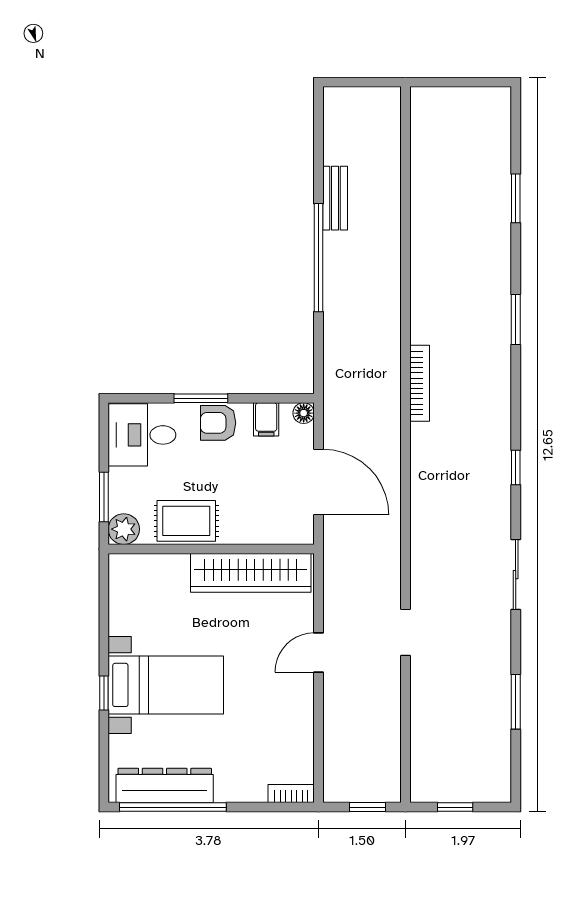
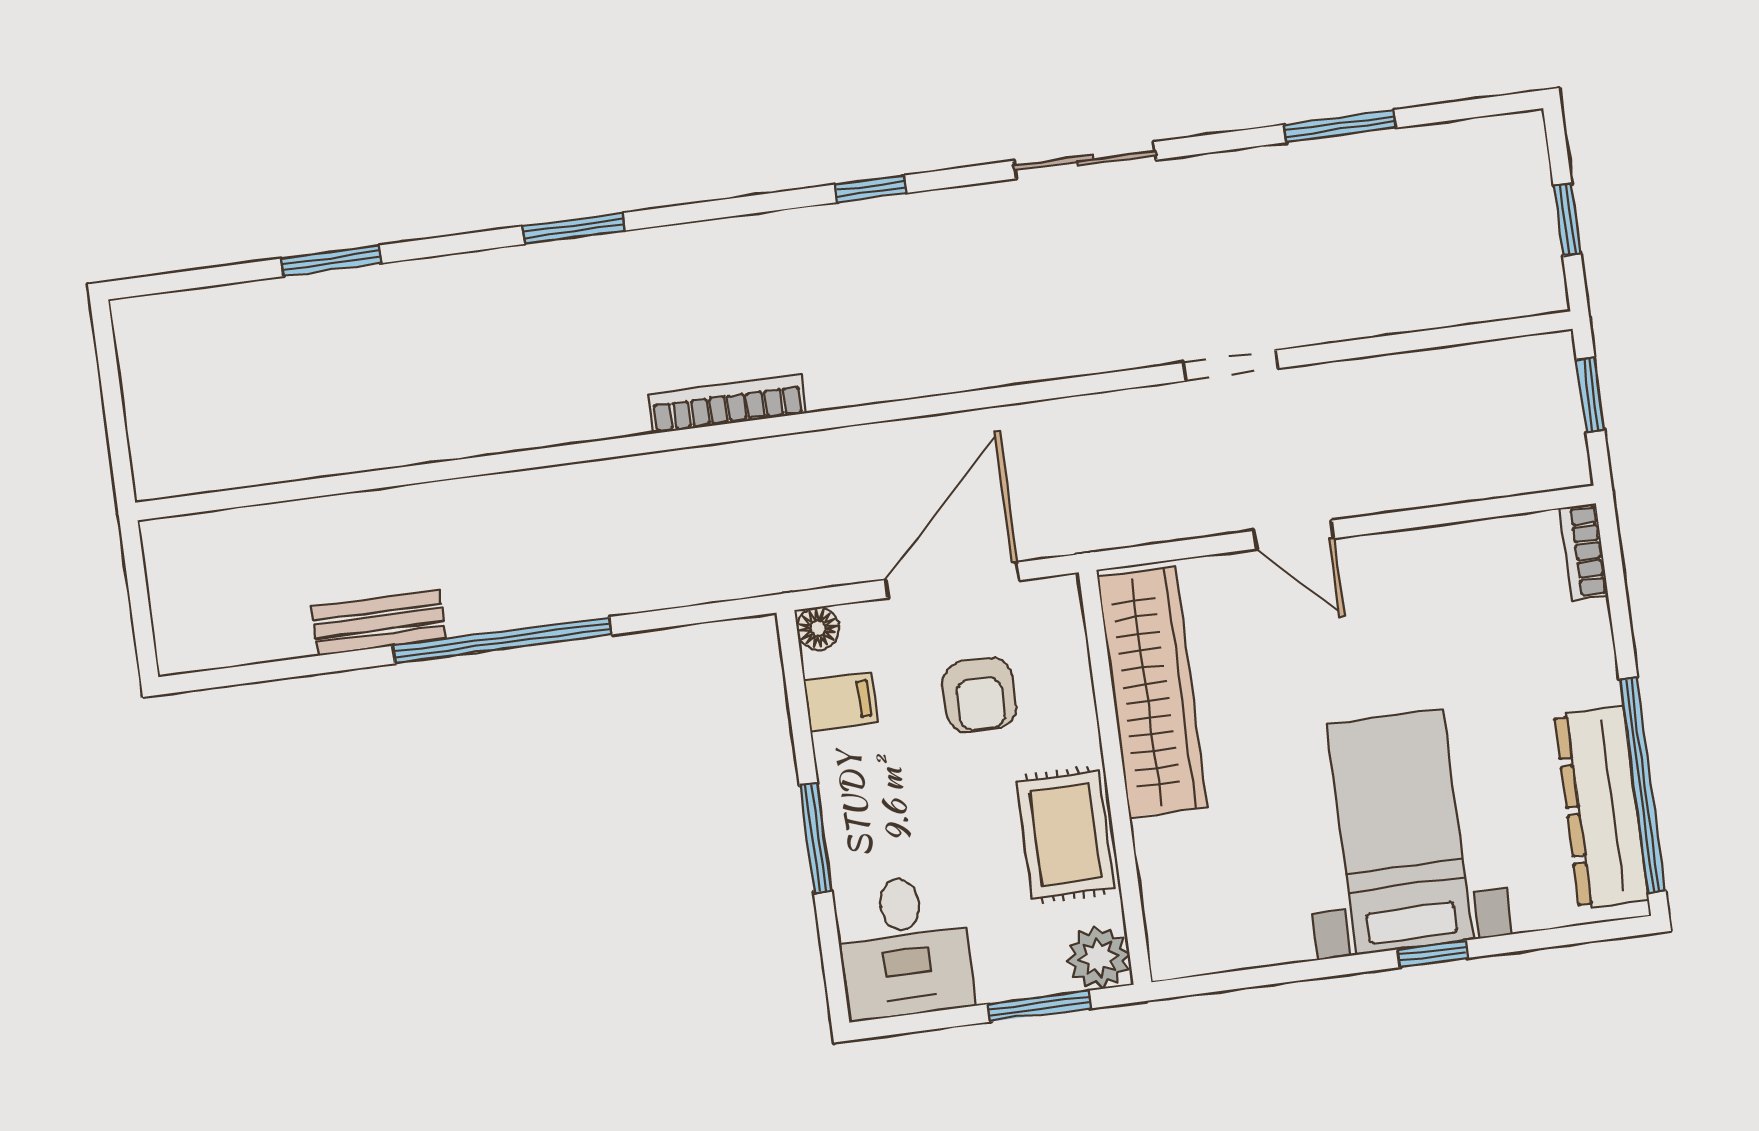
armchair: (218, 423) -> (979, 695), moved

